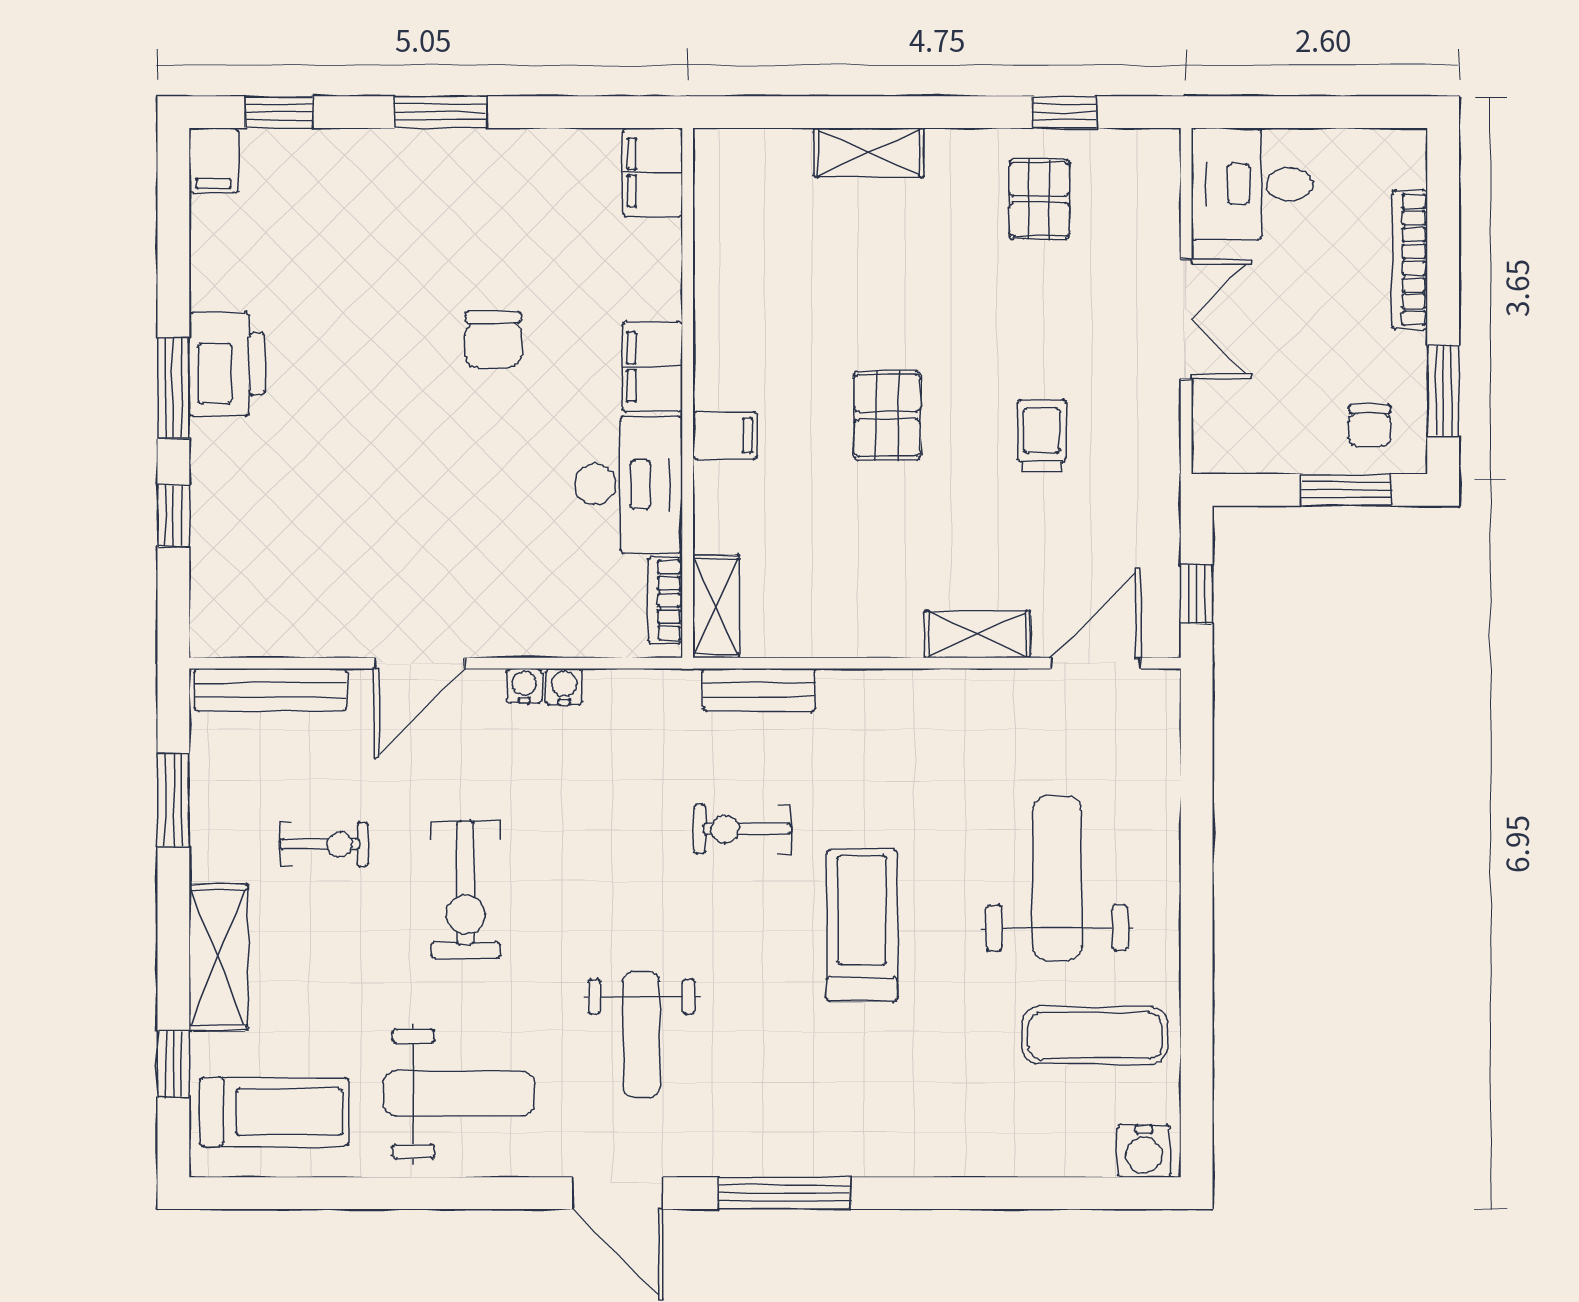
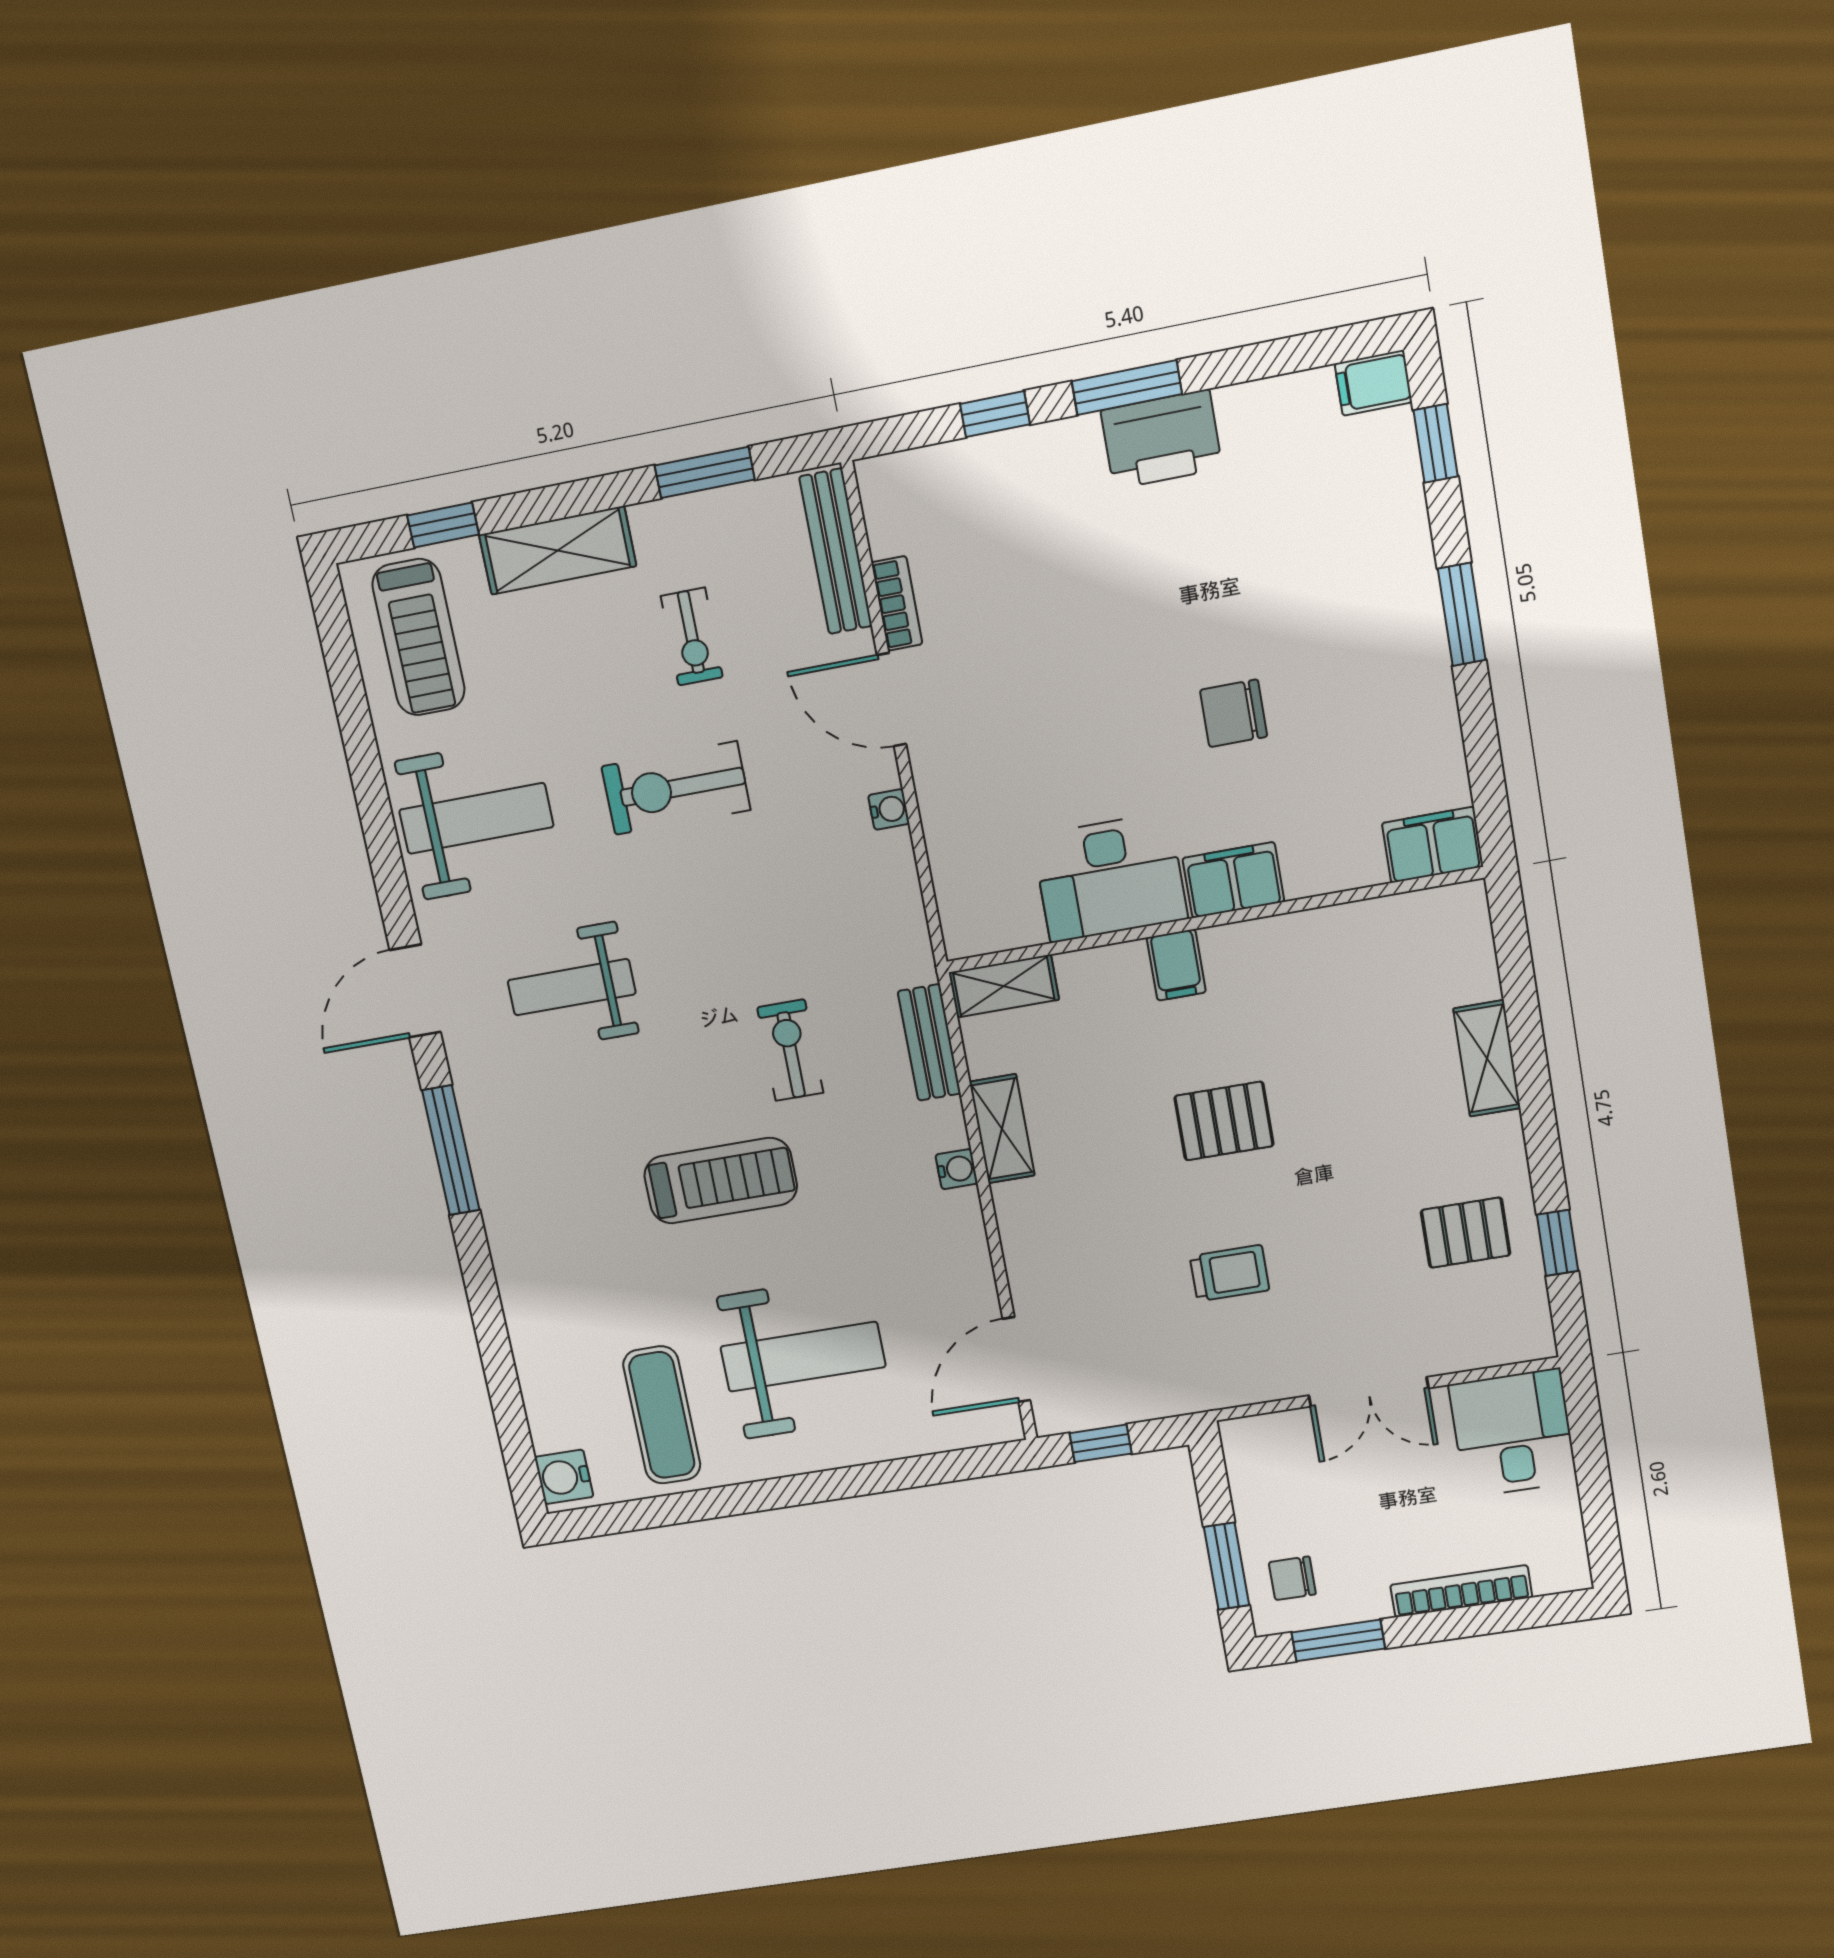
bookcase: (665, 600) -> (897, 603), moved, turned 90
shelving: (978, 634) -> (1002, 1129), moved
door: (1096, 663) -> (1016, 1360), swing flipped
water cooler: (564, 687) -> (957, 1169), moved
weight bench: (459, 1094) -> (476, 818), turned -90

